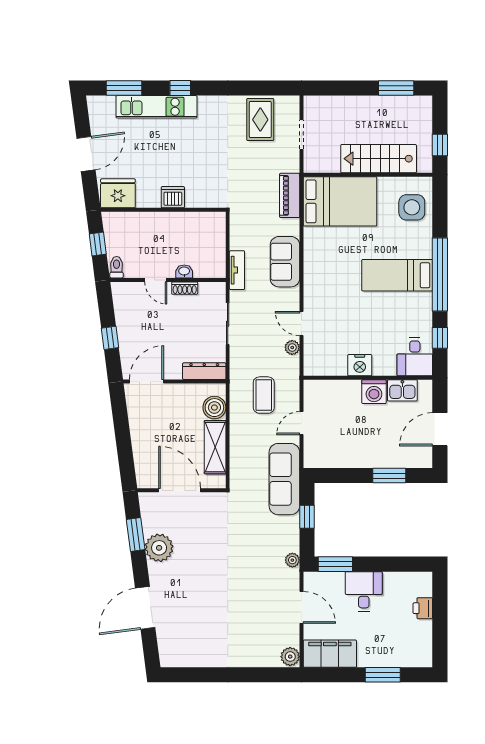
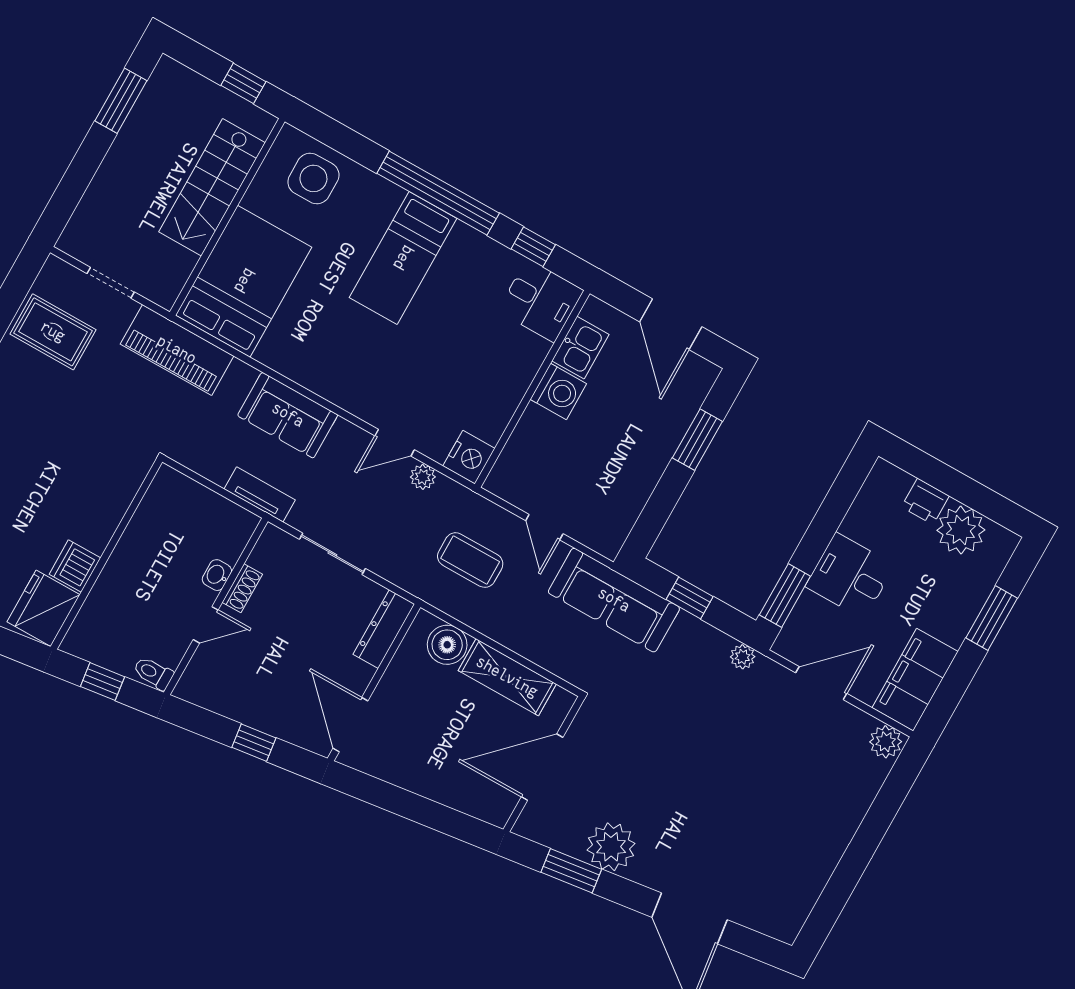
piano: (290, 195) -> (177, 350), width x1.37, depth x1.33
dishwasher: (173, 197) -> (75, 566), moved
nightstand: (360, 365) -> (469, 457), moved
plant: (419, 634) -> (961, 530), added

